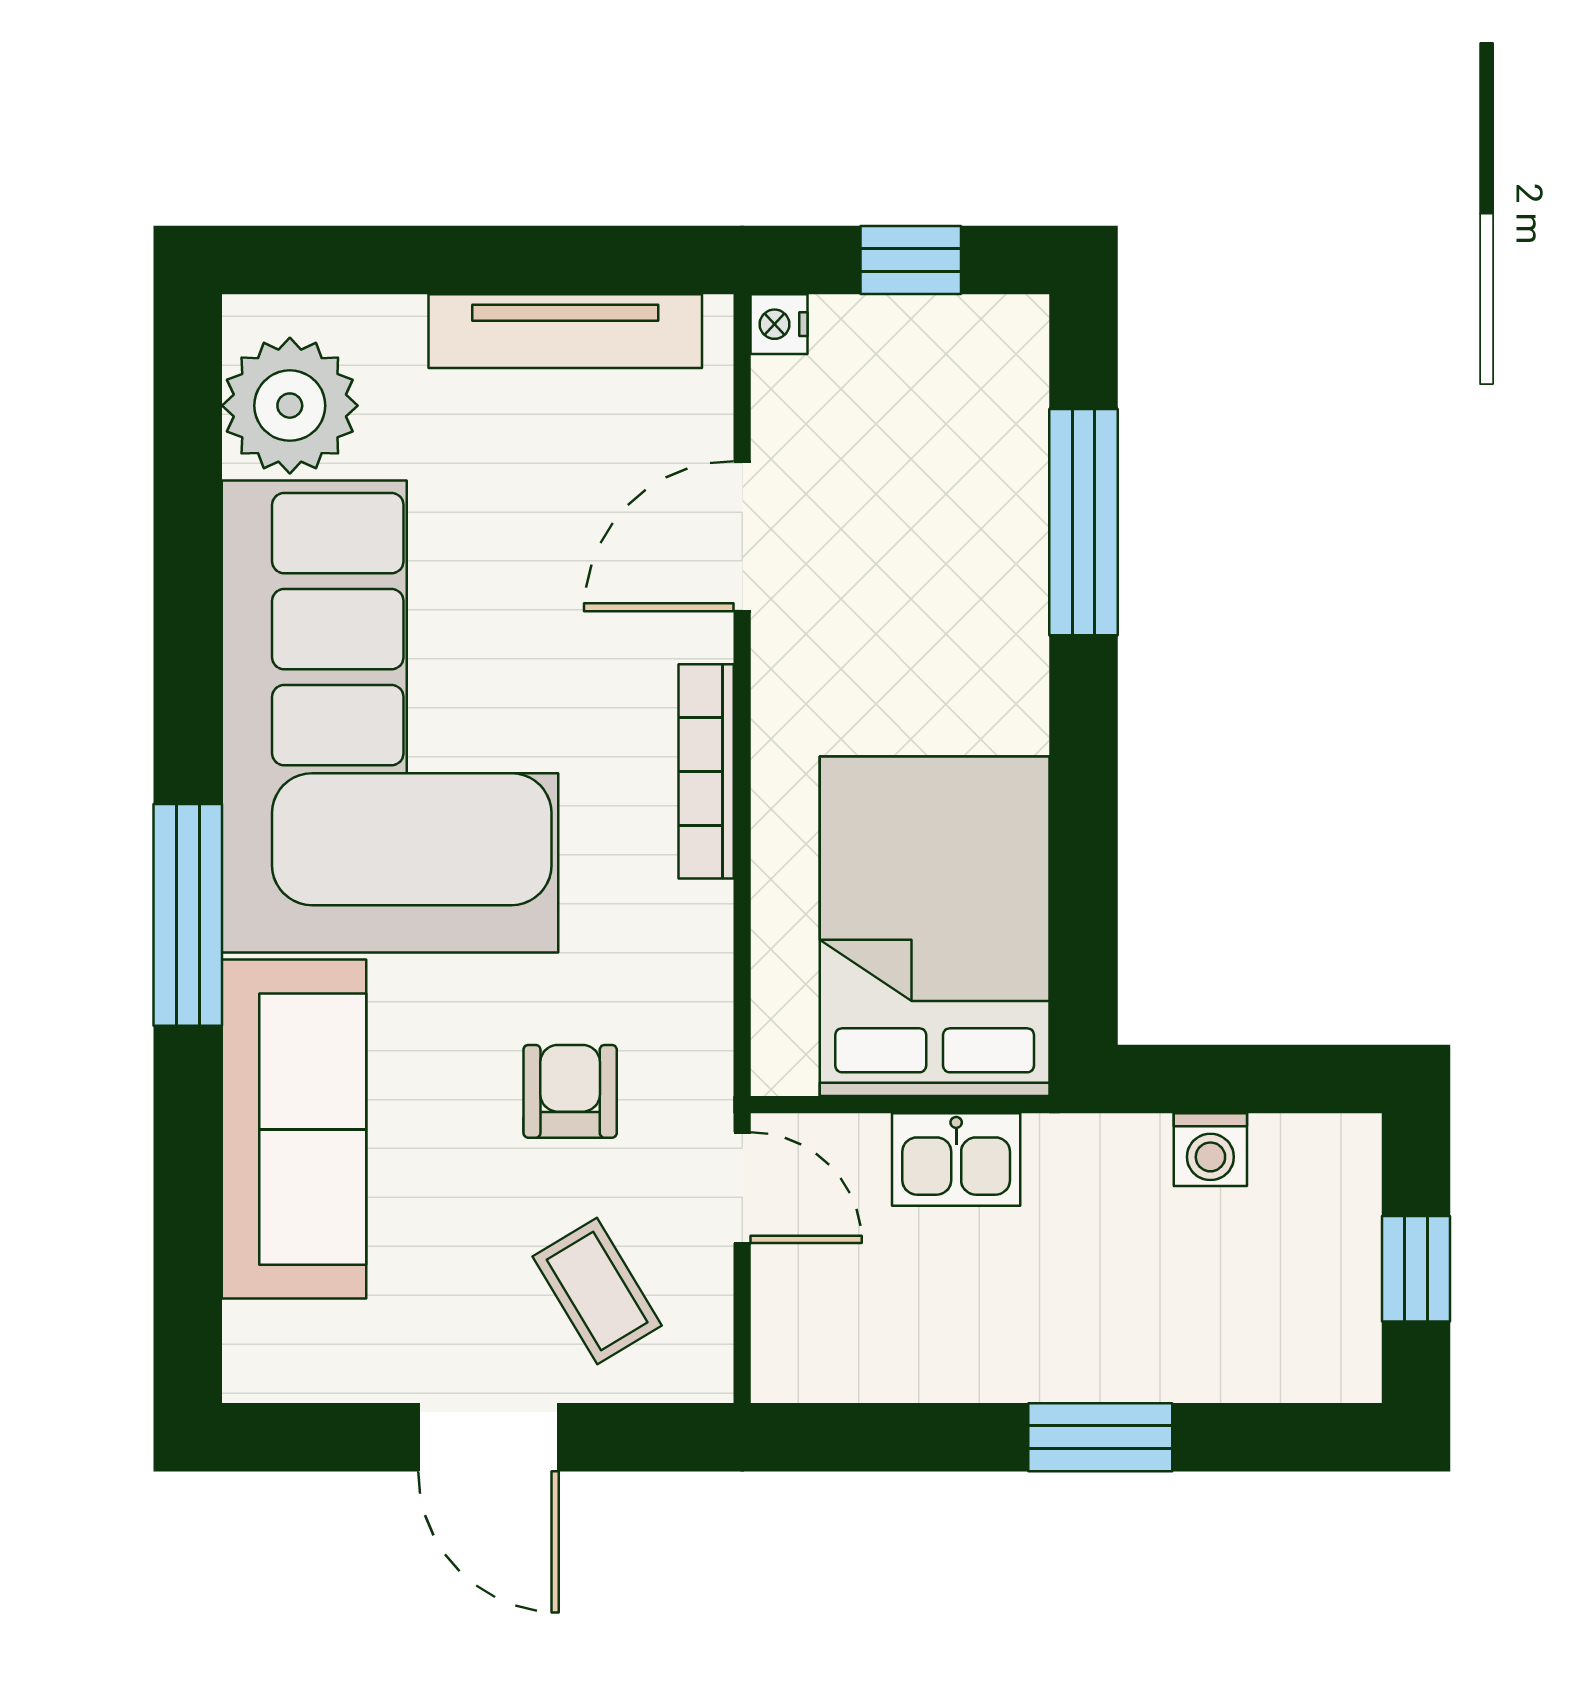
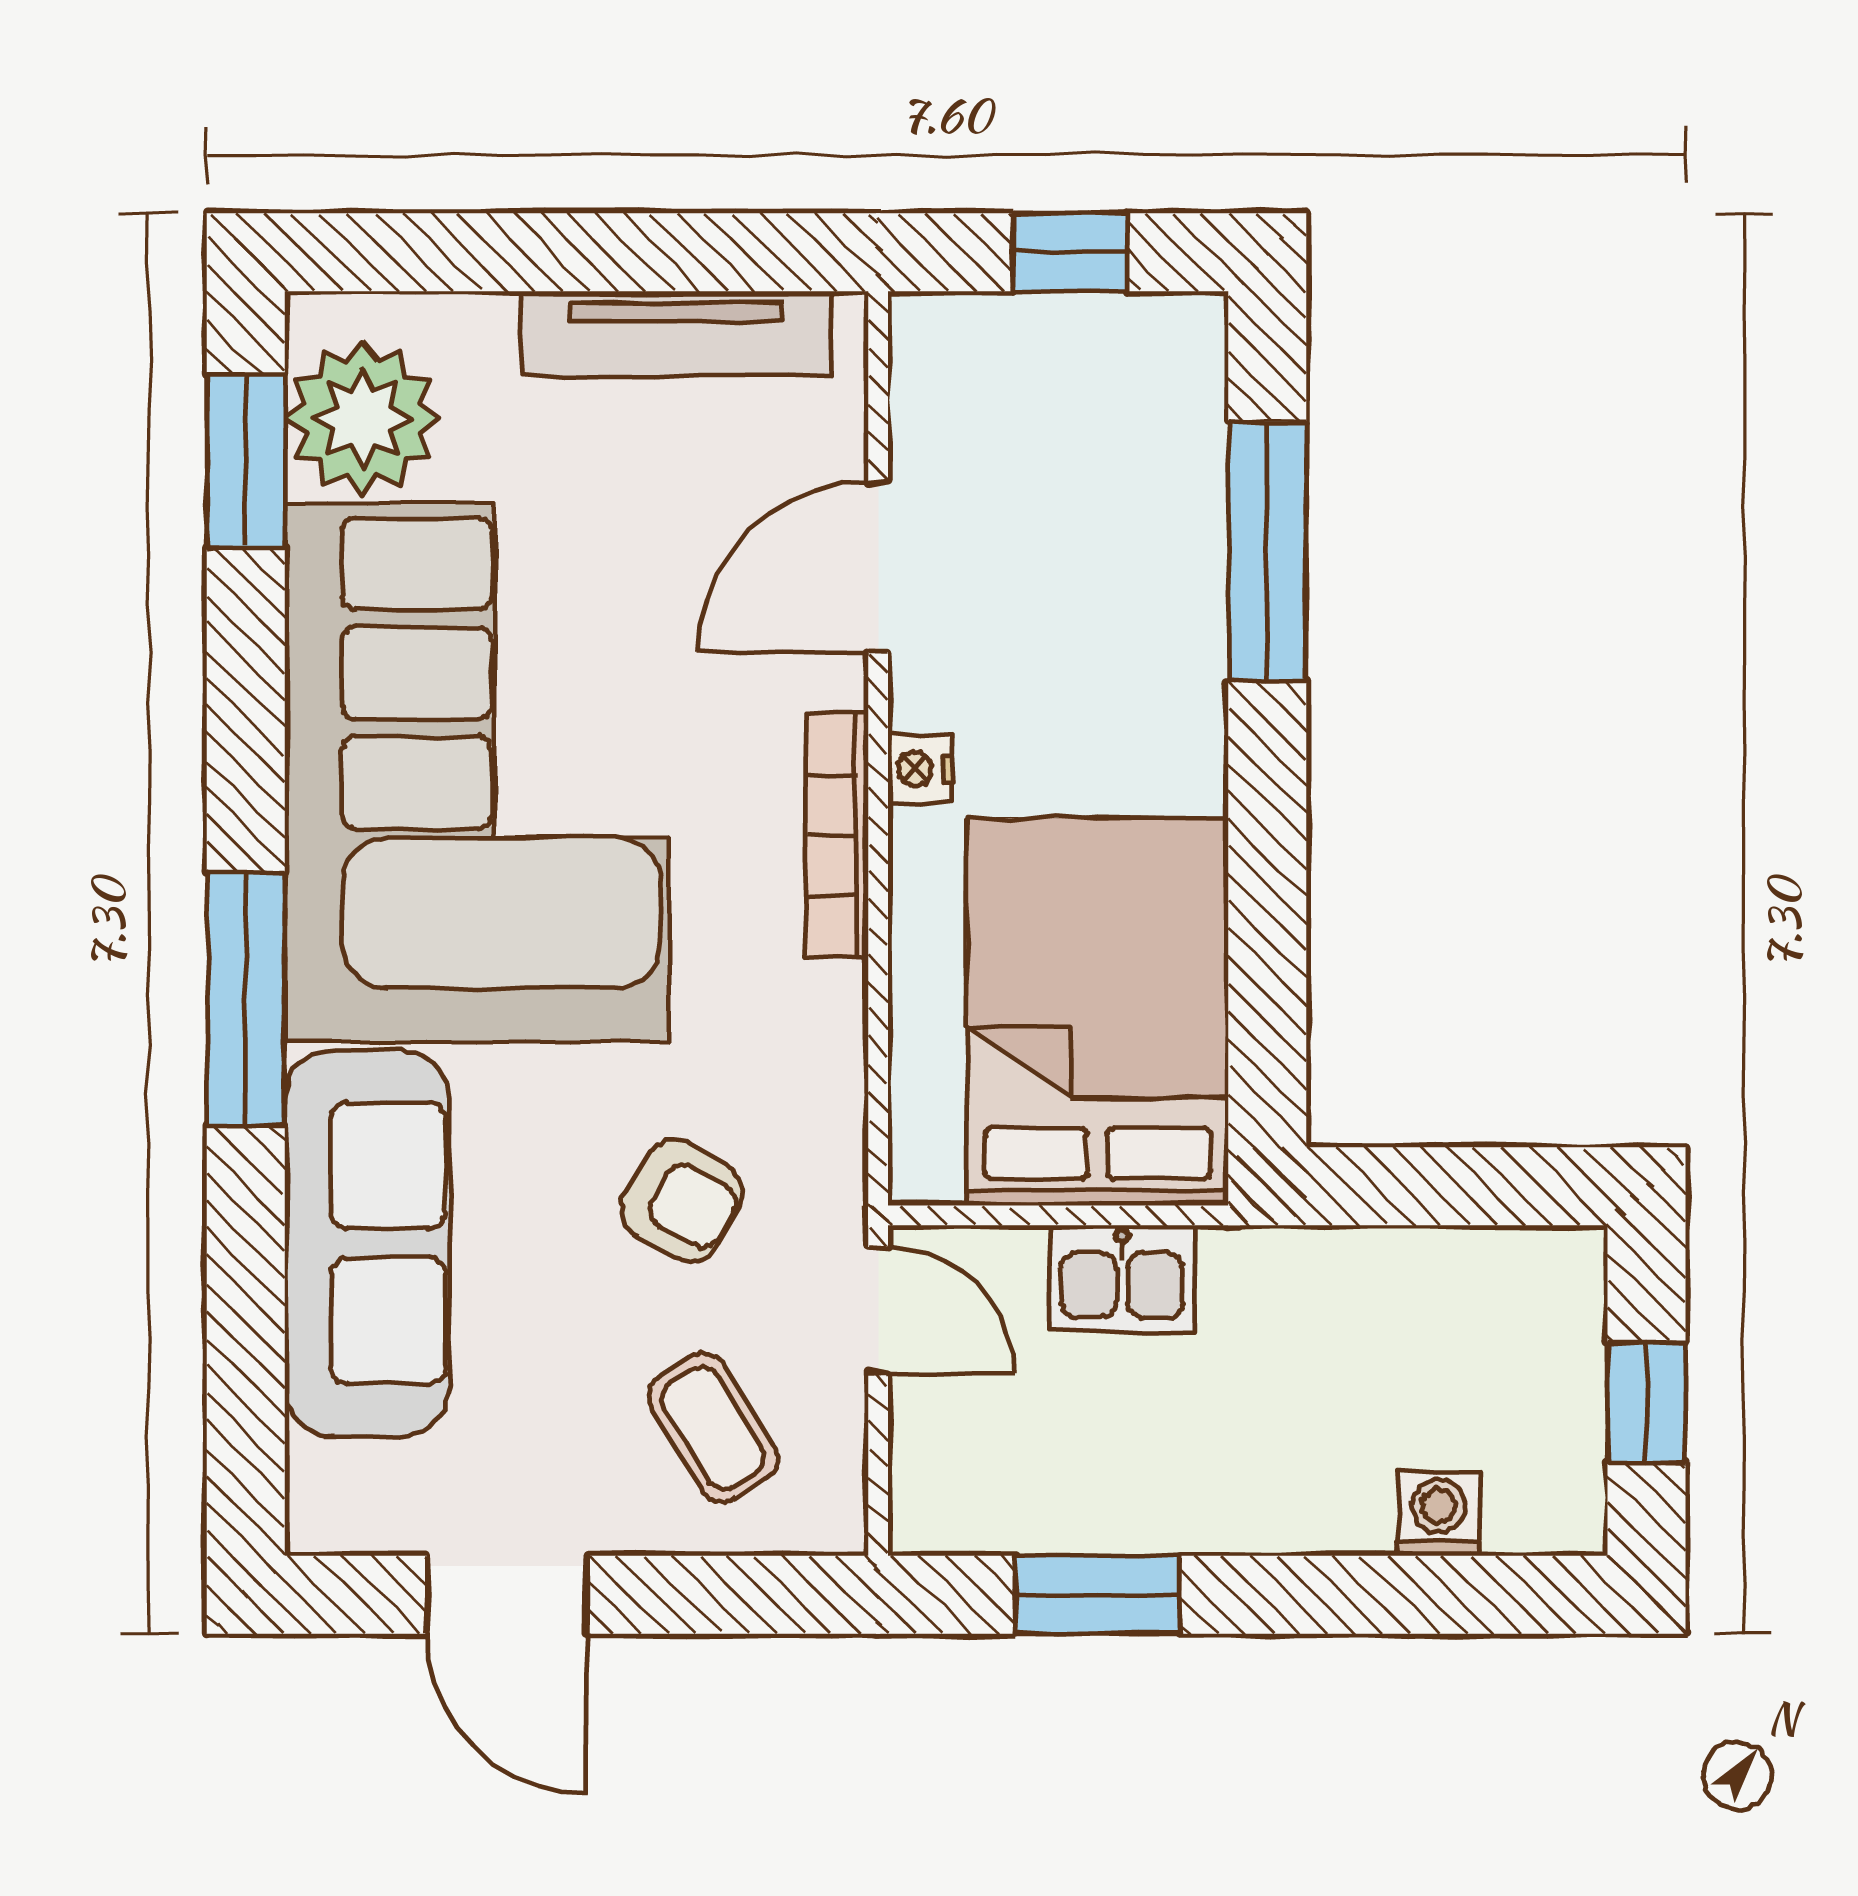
nightstand: (779, 324) -> (920, 769), moved
window: (188, 443) -> (246, 461), added
armchair: (570, 1091) -> (682, 1200), turned 119
washing machine: (1210, 1150) -> (1438, 1514), moved, turned 180
door: (489, 1437) -> (507, 1595), moved
window: (1100, 1437) -> (1098, 1595), moved

